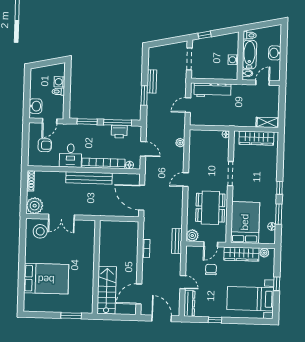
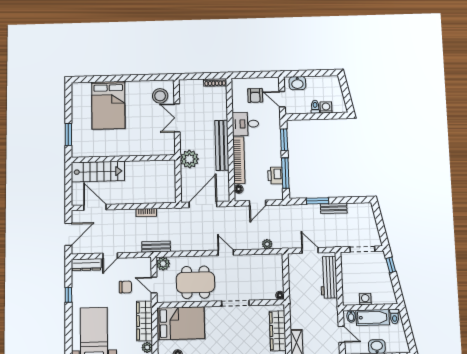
plant: (35, 206) -> (189, 159), moved

